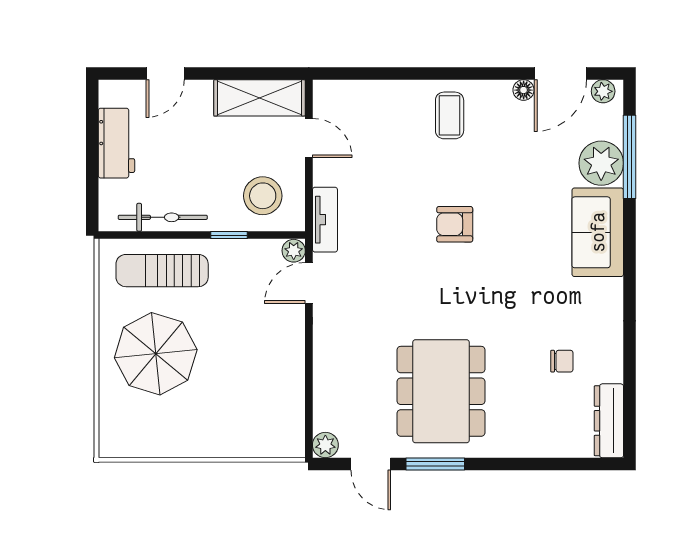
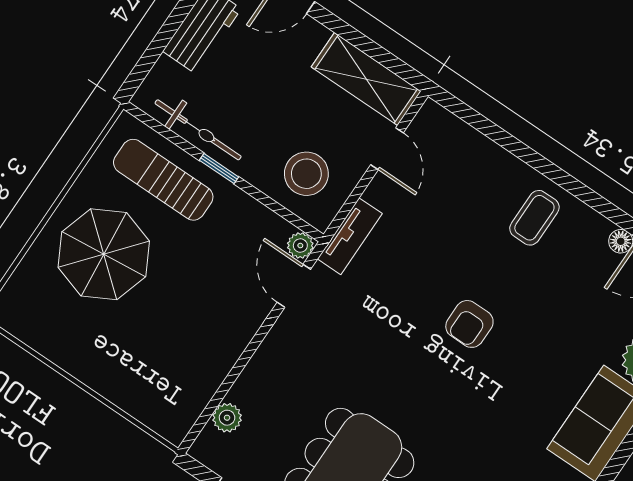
armchair: (455, 224) -> (469, 324), turned -90
window: (229, 235) -> (219, 169), moved
door: (309, 283) -> (294, 286), hinge flipped
plant: (325, 445) -> (227, 418), moved

